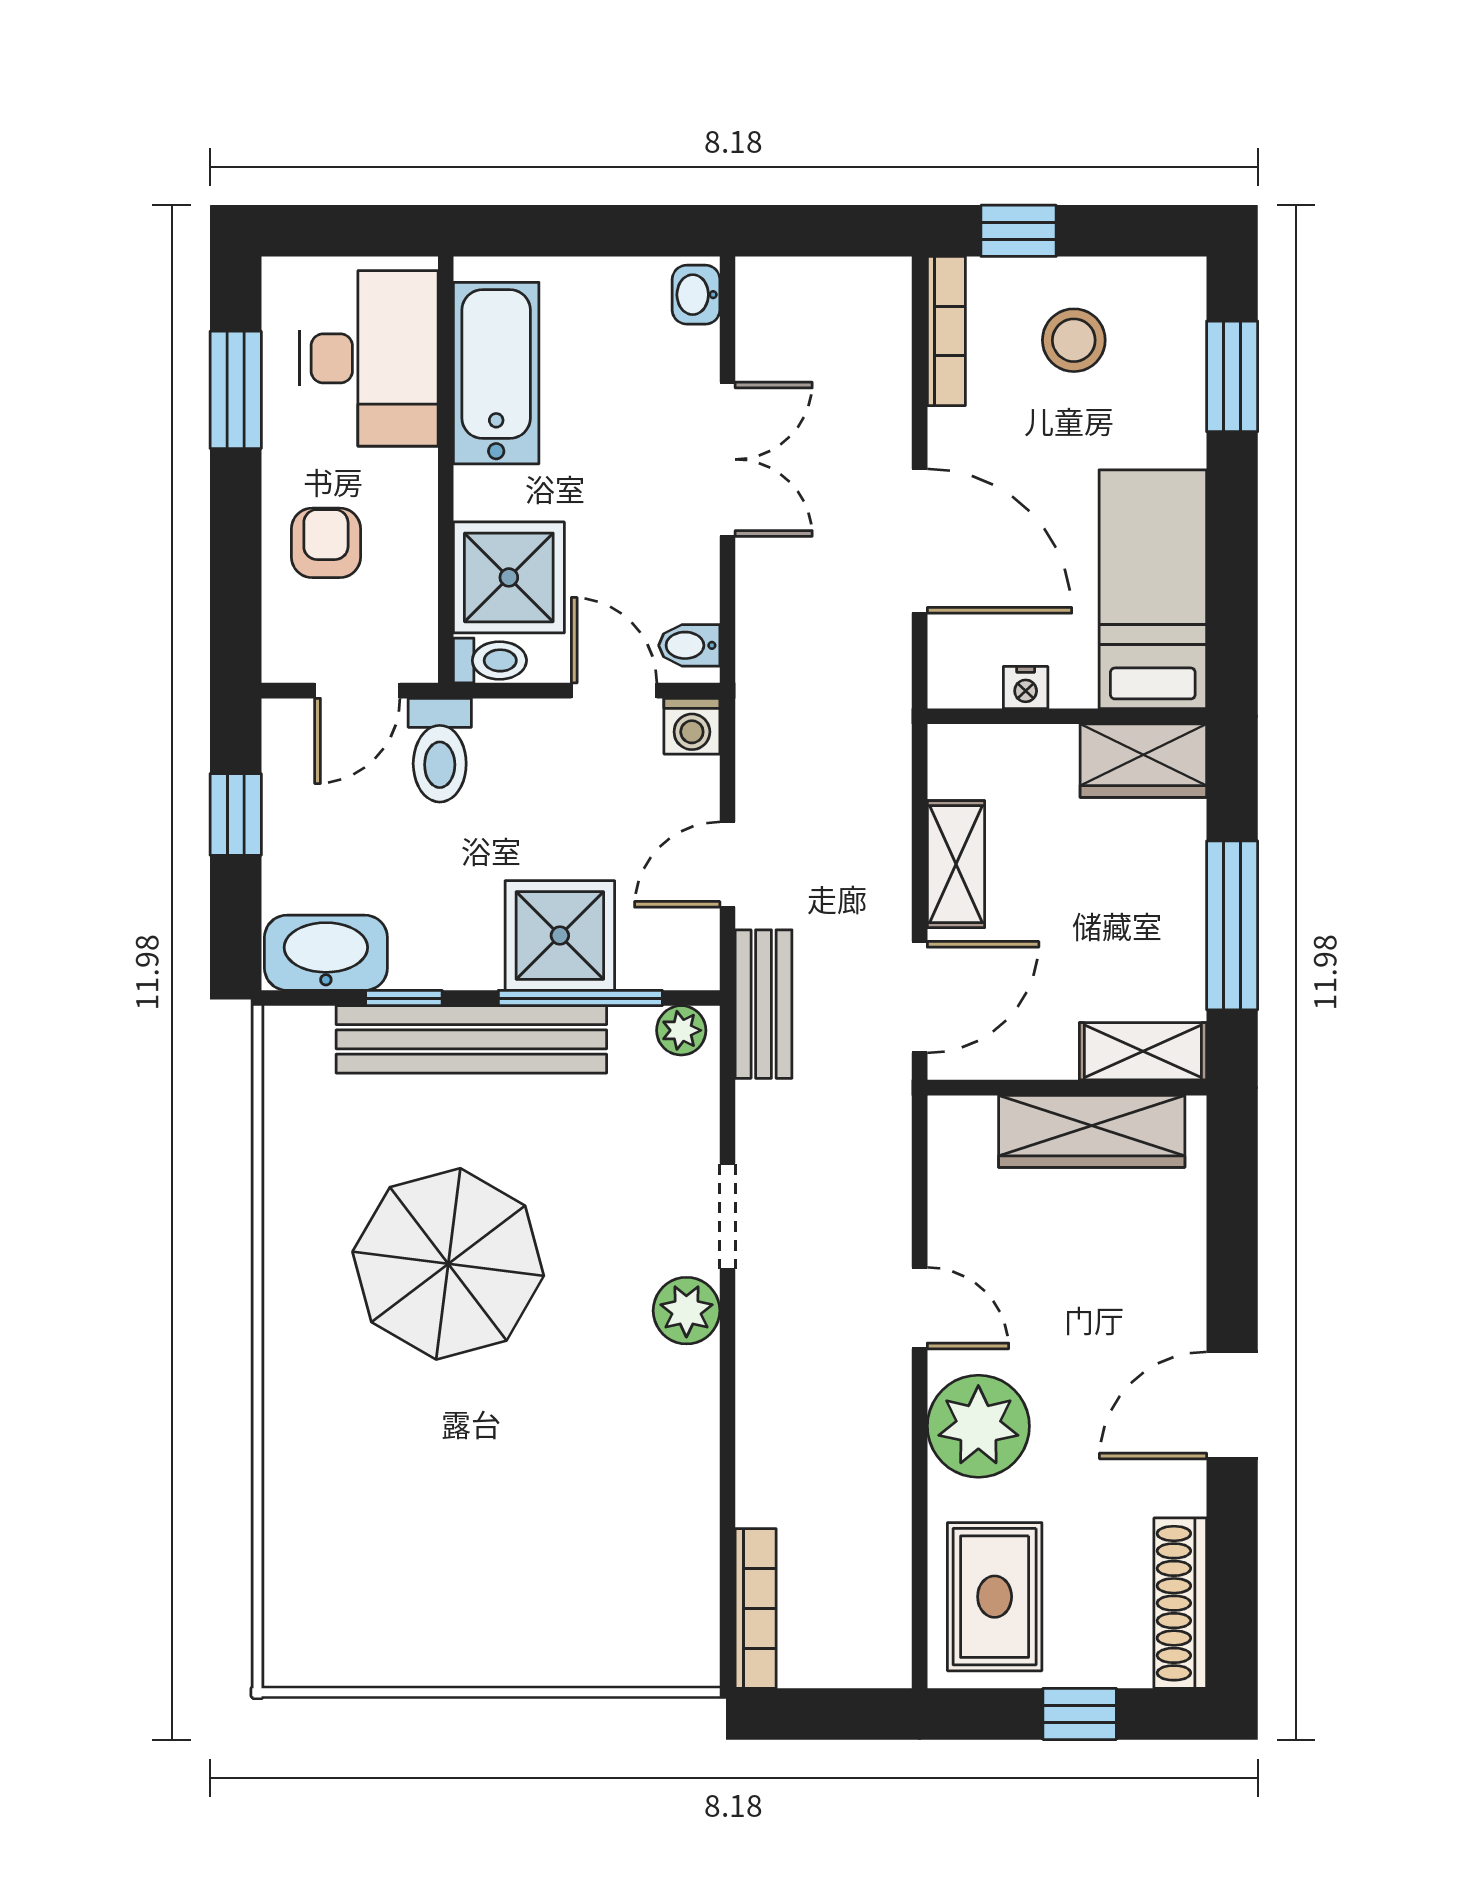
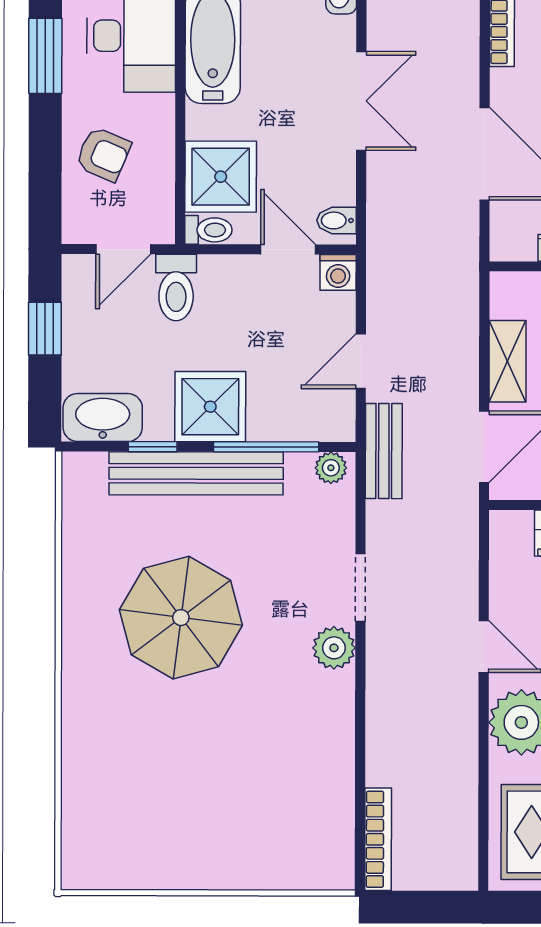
armchair: (326, 543) -> (103, 154), turned 113
shower: (560, 935) -> (210, 407), moved

